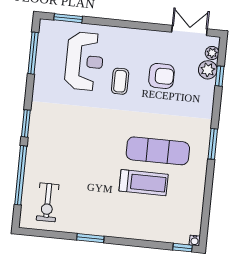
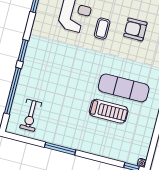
armchair: (161, 76) -> (135, 29), turned 180
window: (90, 238) -> (60, 149), width x1.44

